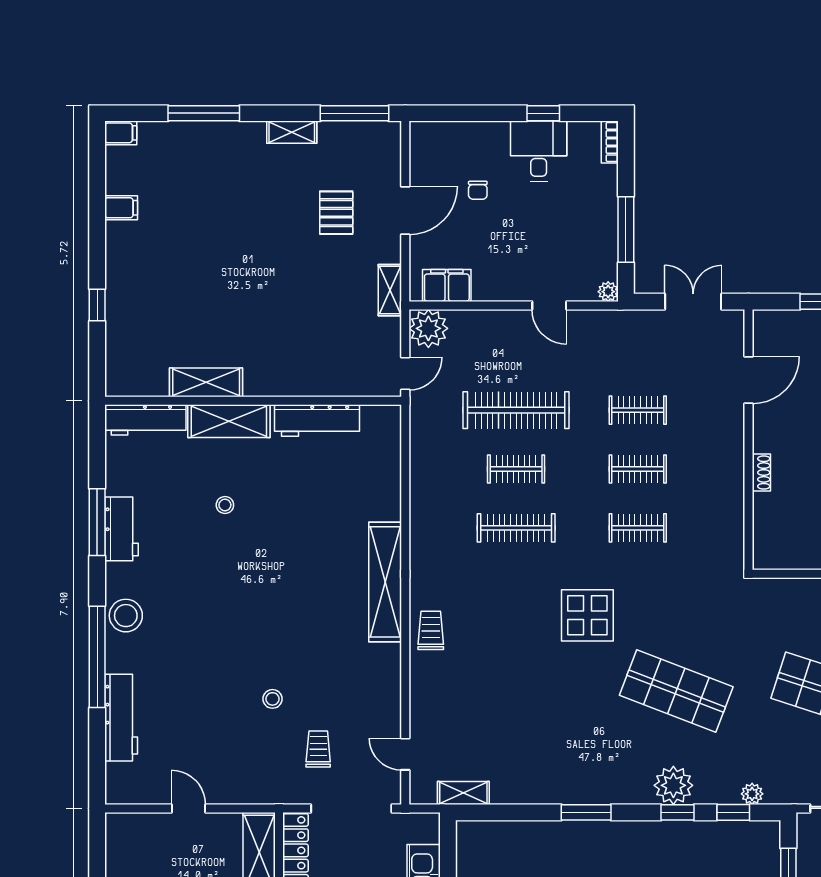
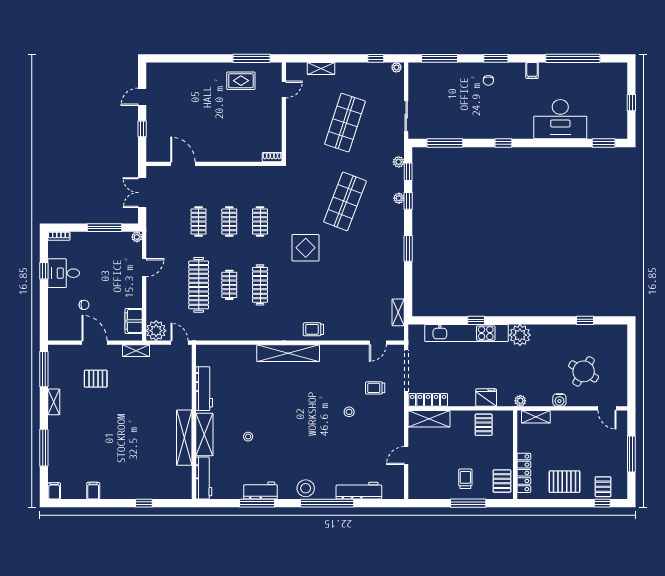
shelving: (206, 382) -> (184, 438), width x1.47
shoe rack: (761, 472) -> (272, 157), moved
plant: (673, 785) -> (399, 198), width x0.53, depth x0.53

